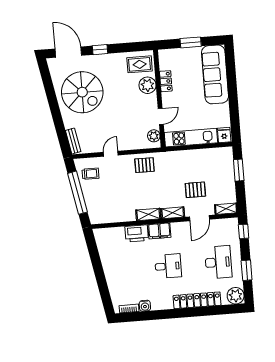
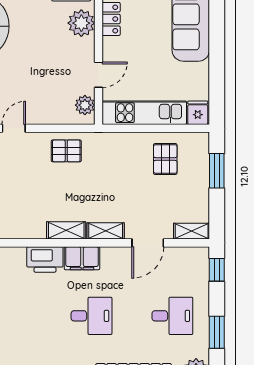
pallet: (195, 190) -> (165, 159), moved, turned 90
desk: (218, 262) -> (172, 316), width x0.73

